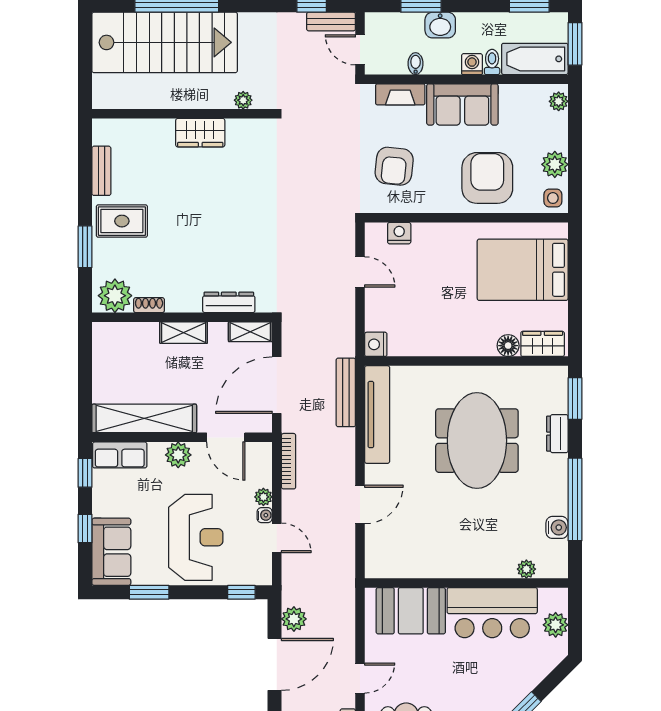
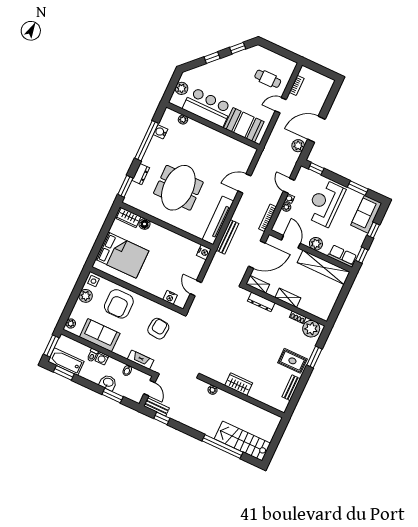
stairs: (165, 42) -> (242, 441), width x0.73, depth x0.66
bathtub: (535, 59) -> (66, 362), moved, turned 180
sofa: (462, 104) -> (100, 335), moved

